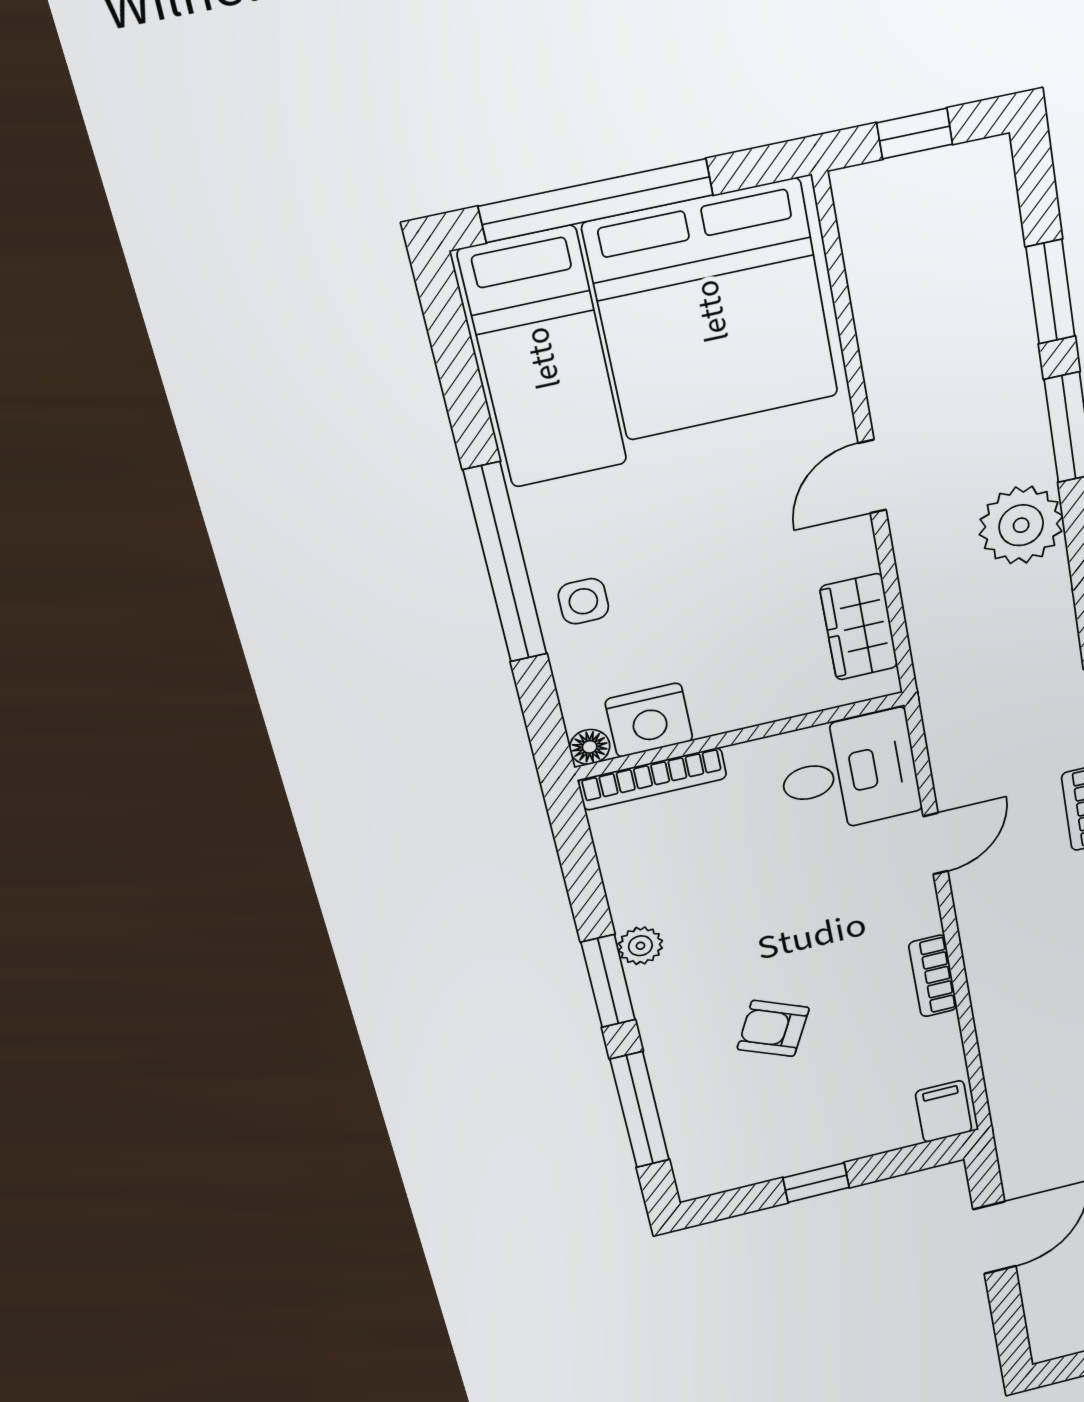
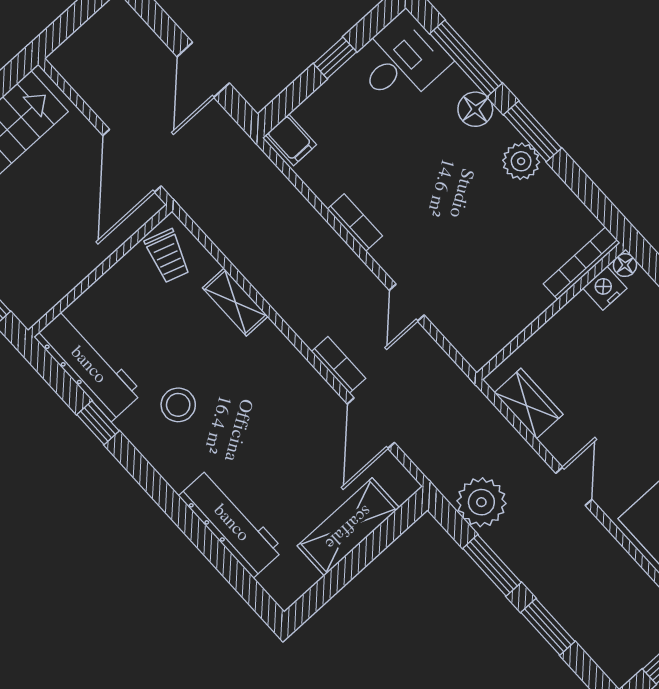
nightstand: (649, 720) -> (605, 288), width x0.74, depth x0.75
desk: (849, 773) -> (401, 60), moved, turned 180
plant: (640, 946) -> (521, 161), width x1.38, depth x1.38
armchair: (773, 1028) -> (424, 146), removed
floor lamp: (670, 1043) -> (475, 109), added

